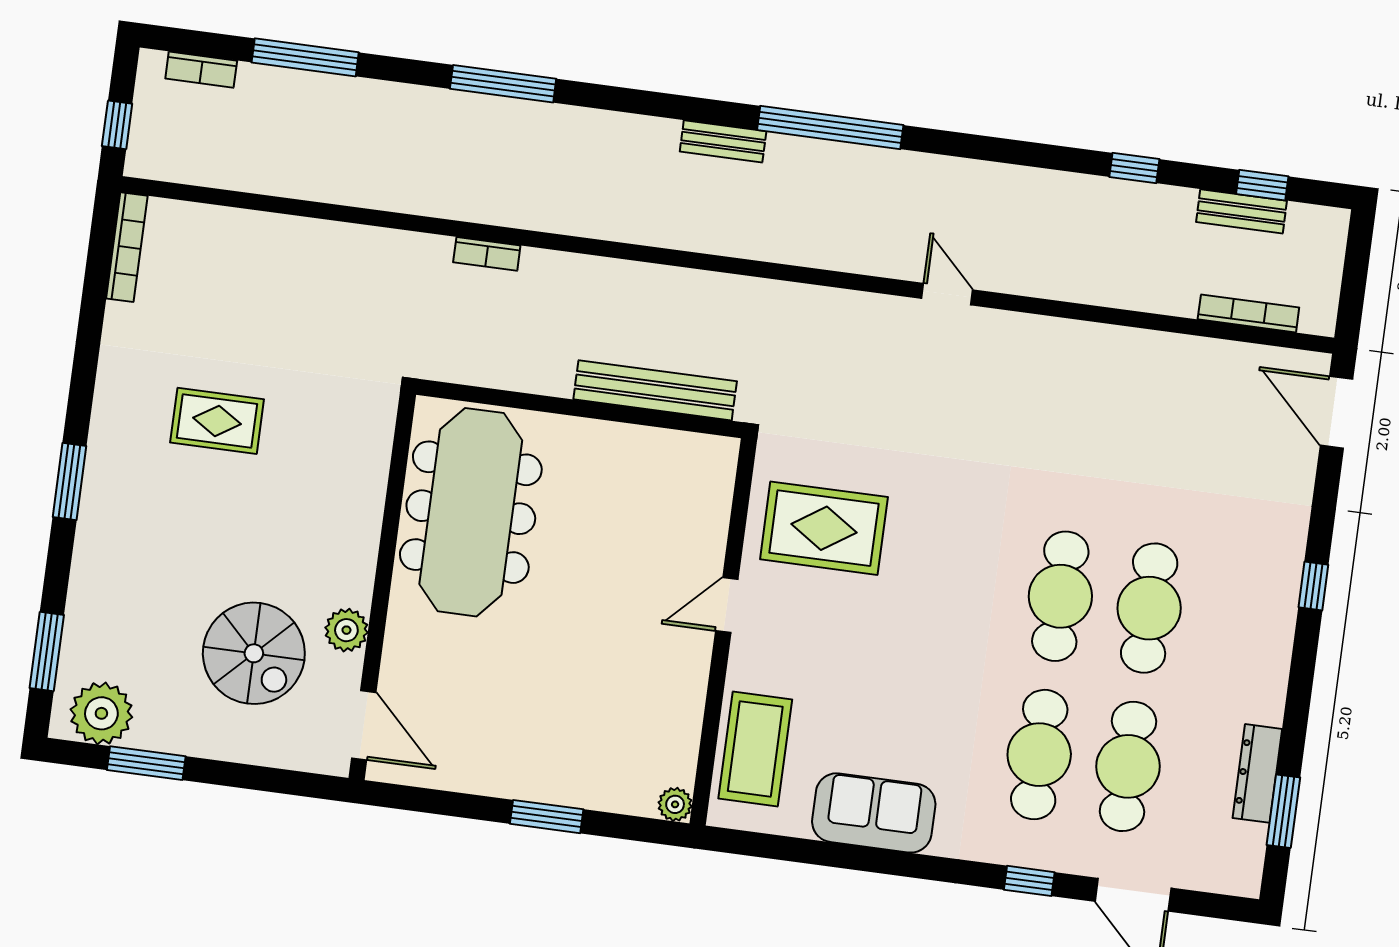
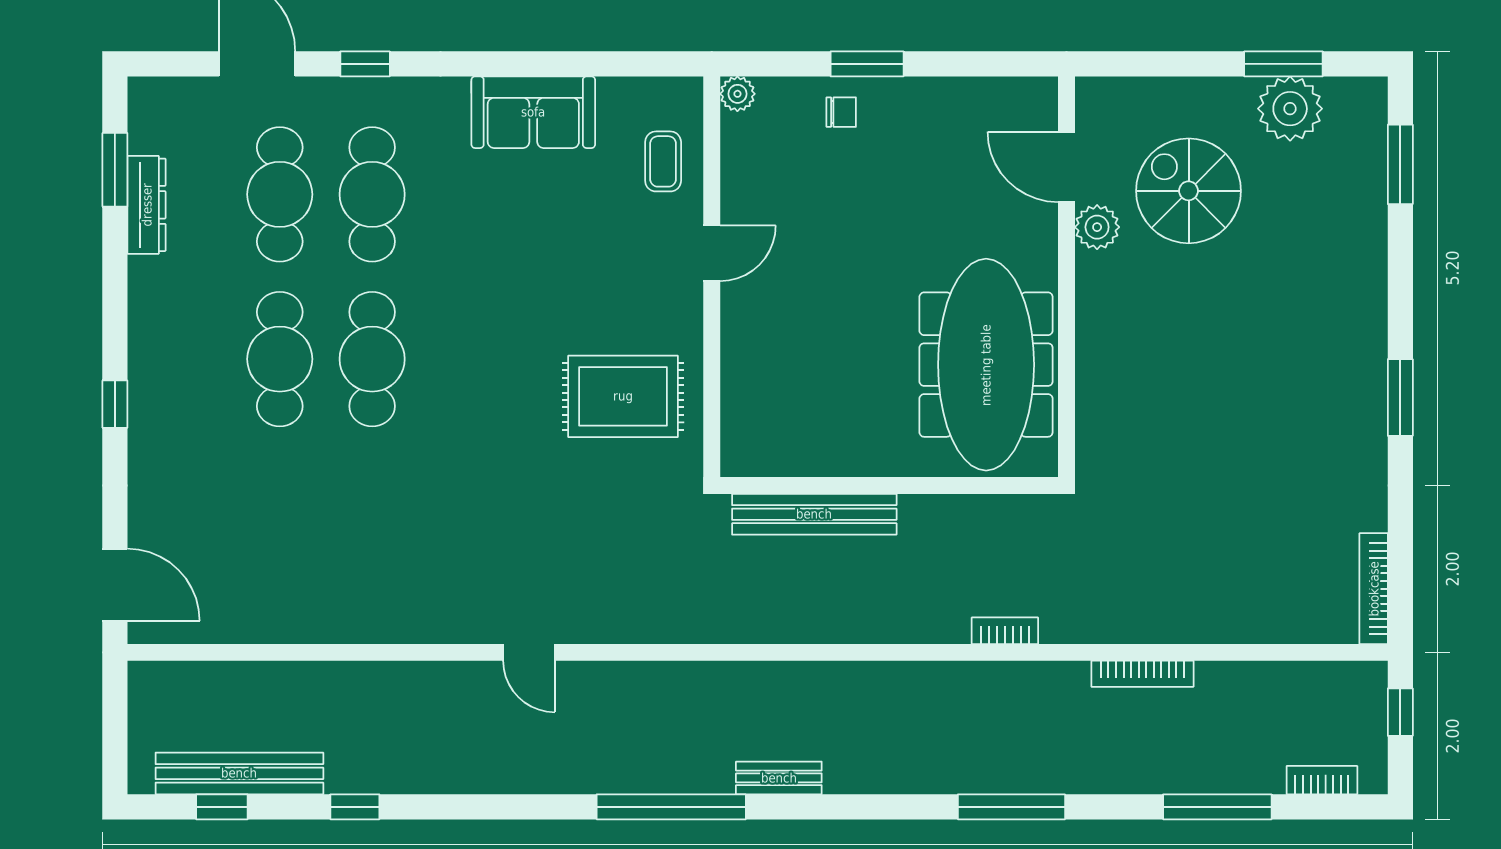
bench: (1241, 211) -> (239, 773), width x1.86, depth x1.21
bookcase: (1248, 313) -> (1142, 674), moved
rug: (217, 421) -> (1258, 423), removed
window: (70, 481) -> (1400, 398), moved
door: (727, 605) -> (712, 253), moved
plant: (101, 713) -> (1290, 109), moved
door: (364, 725) -> (1066, 167), moved
coffee table: (755, 749) -> (663, 161), width x0.54, depth x0.58
chair: (578, 773) -> (841, 112), added

